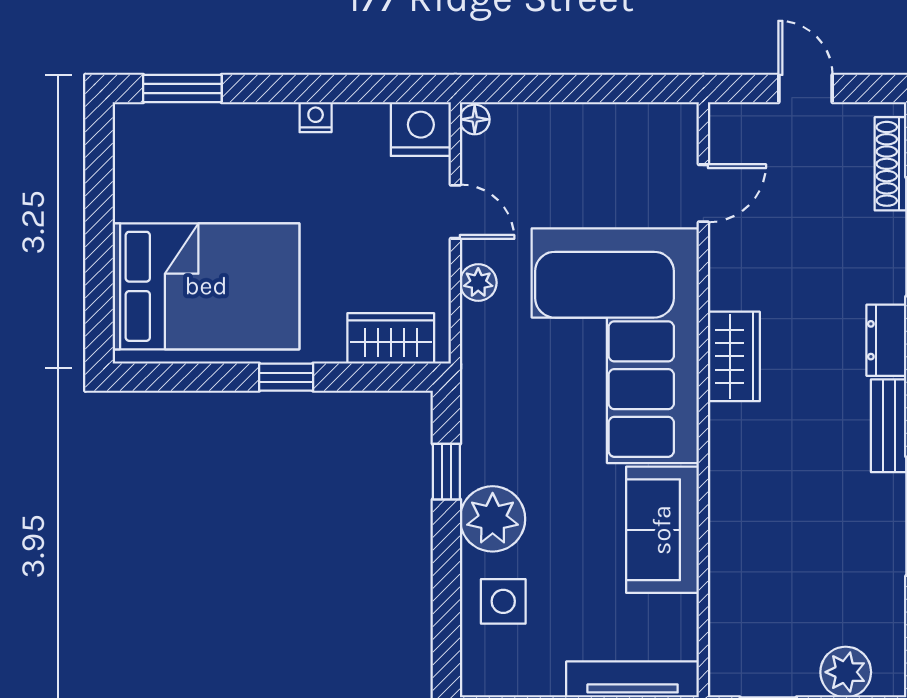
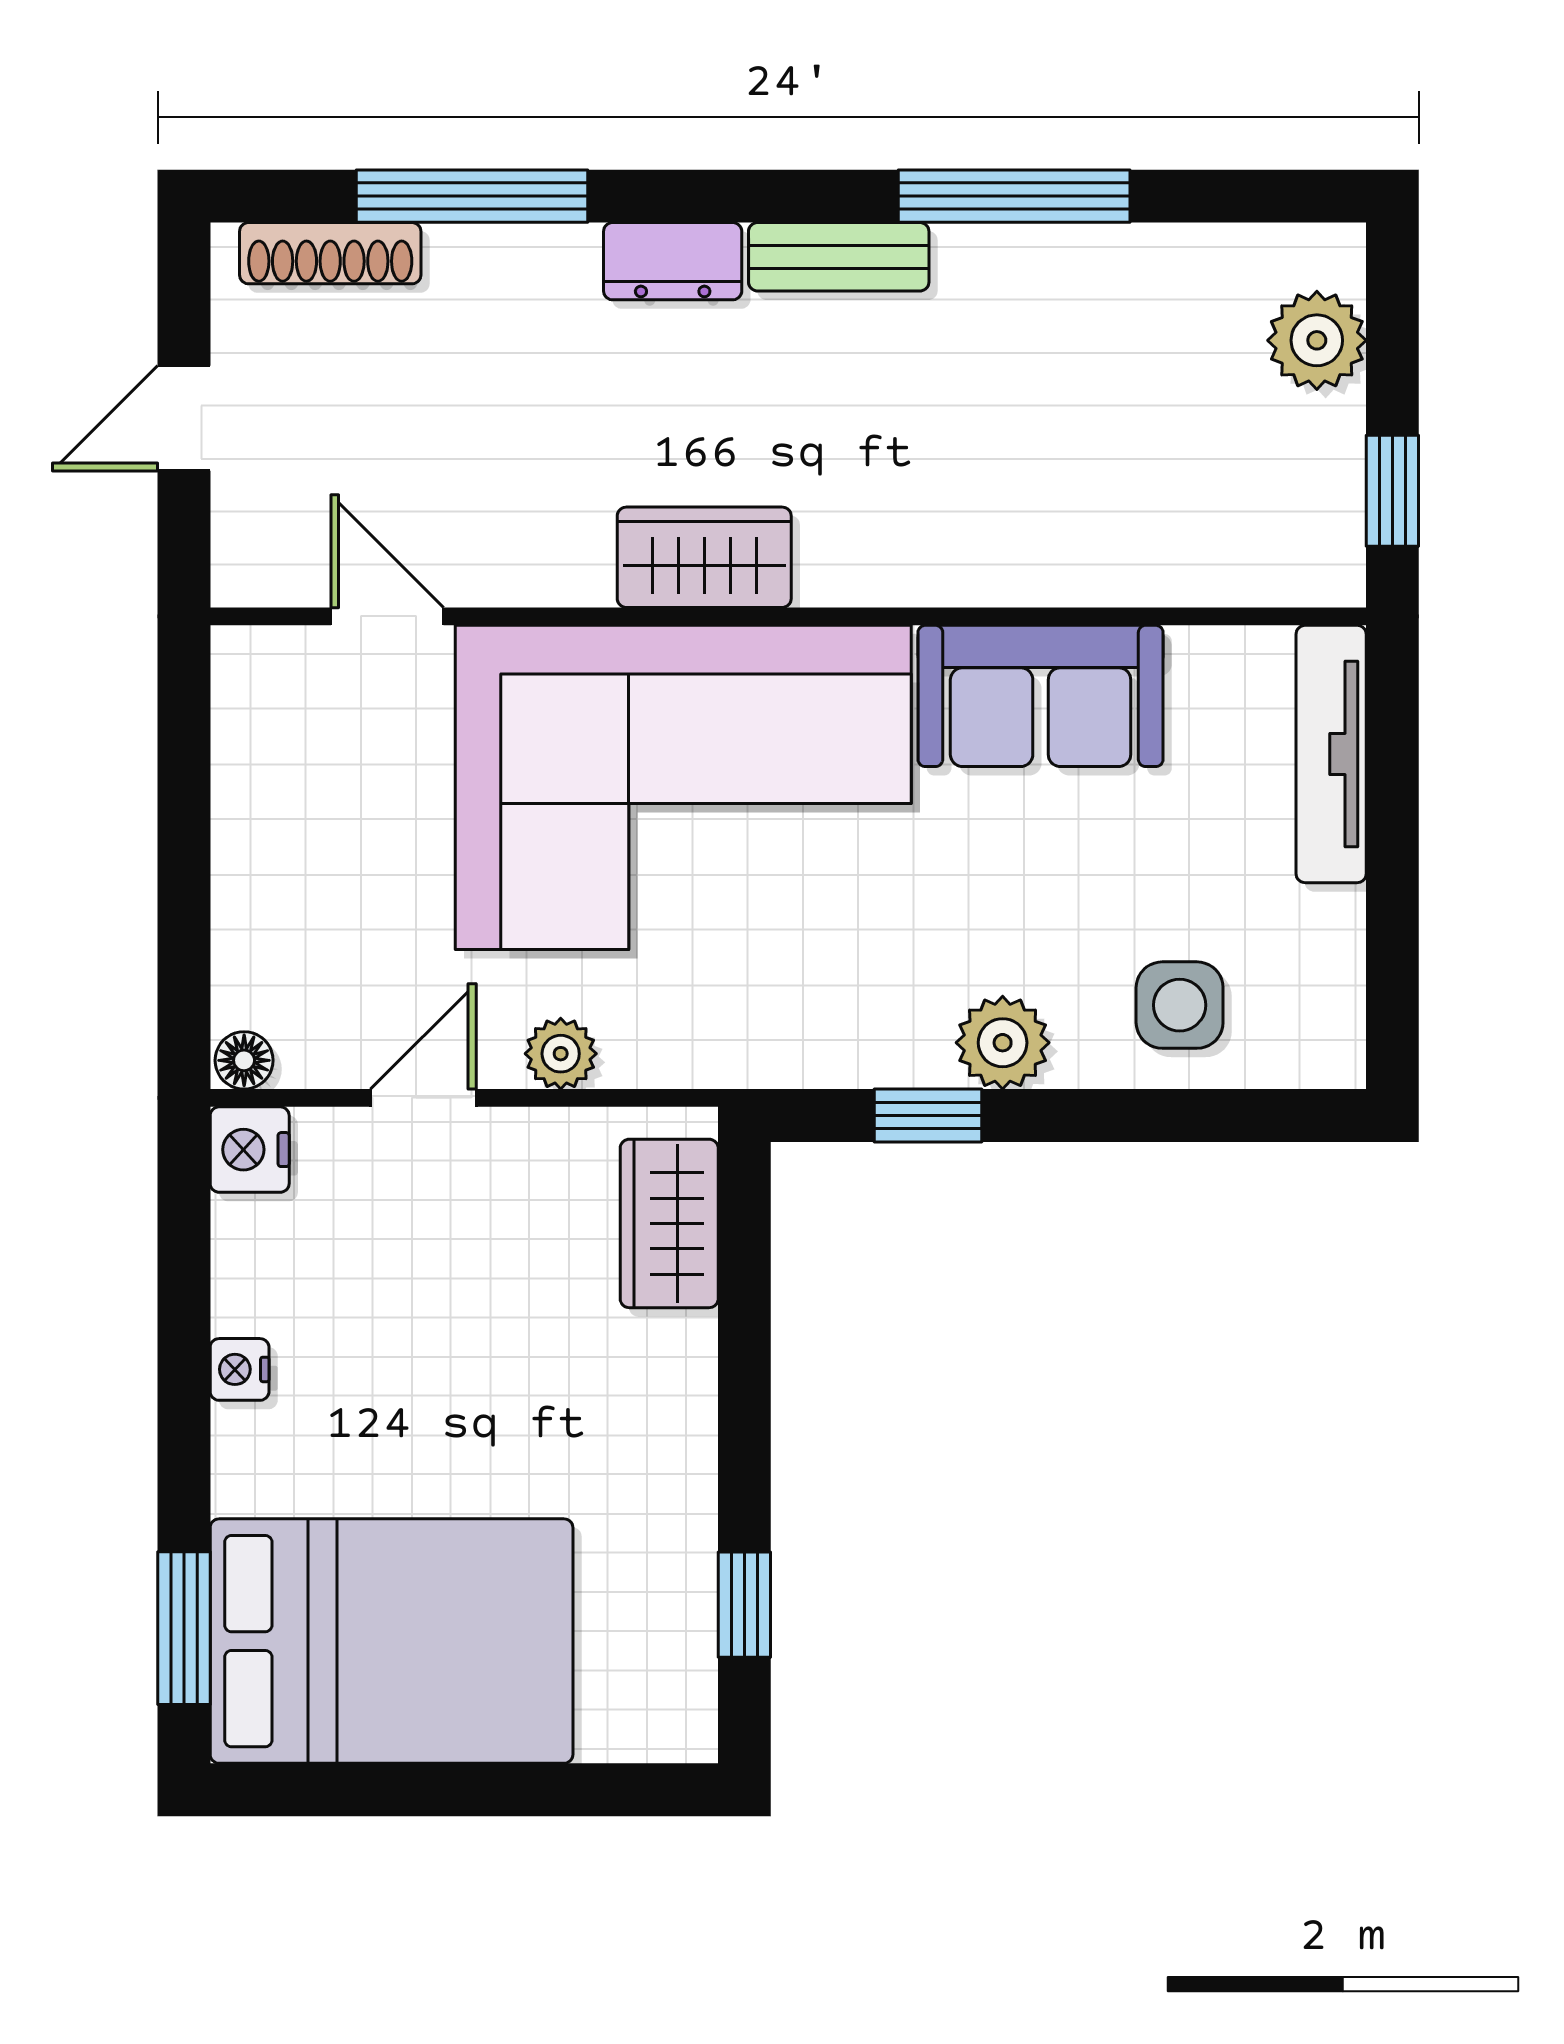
nightstand: (421, 129) -> (250, 1150), width x0.74, depth x0.75
bed: (206, 286) -> (392, 1641), moved, turned 90
window: (286, 377) -> (744, 1605), moved
plant: (493, 519) -> (1003, 1043), width x0.73, depth x0.73

